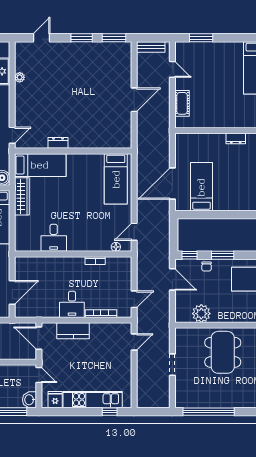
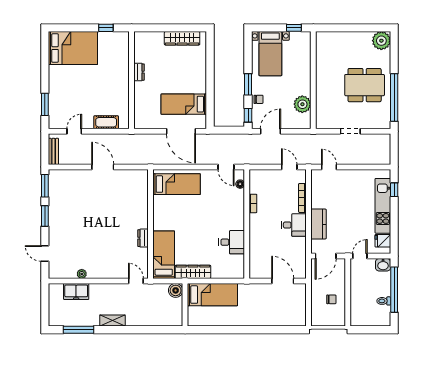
dining table: (223, 352) -> (365, 85), moved

